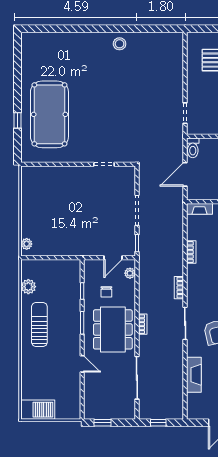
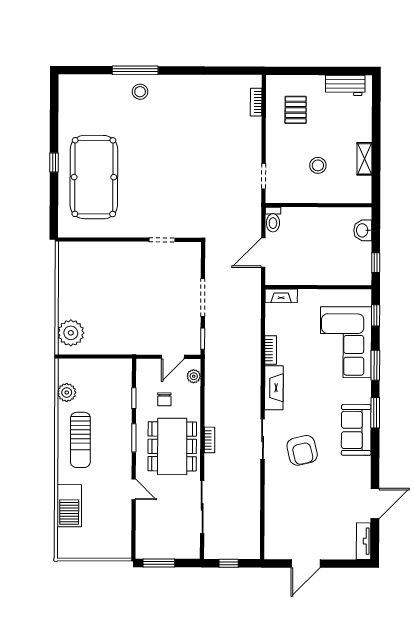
window: (82, 29) -> (135, 70), added
stool: (120, 44) -> (140, 92), moved
window: (18, 120) -> (54, 163), moved
plant: (27, 244) -> (71, 333), width x1.88, depth x1.88
bookcase: (179, 288) -> (256, 102), moved
sun lounger: (39, 325) -> (80, 440), turned 180
fireplace: (194, 375) -> (274, 388), moved
barbecue: (38, 410) -> (69, 506), moved, turned 90
window: (102, 423) -> (159, 563), width x1.50

